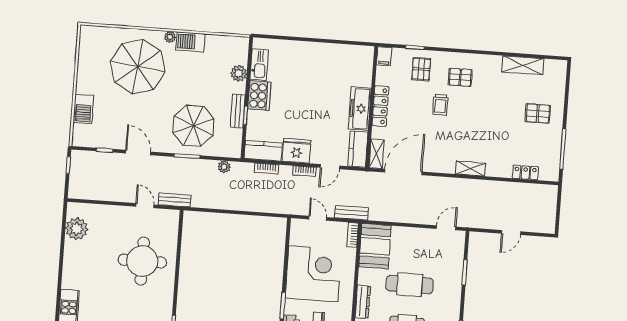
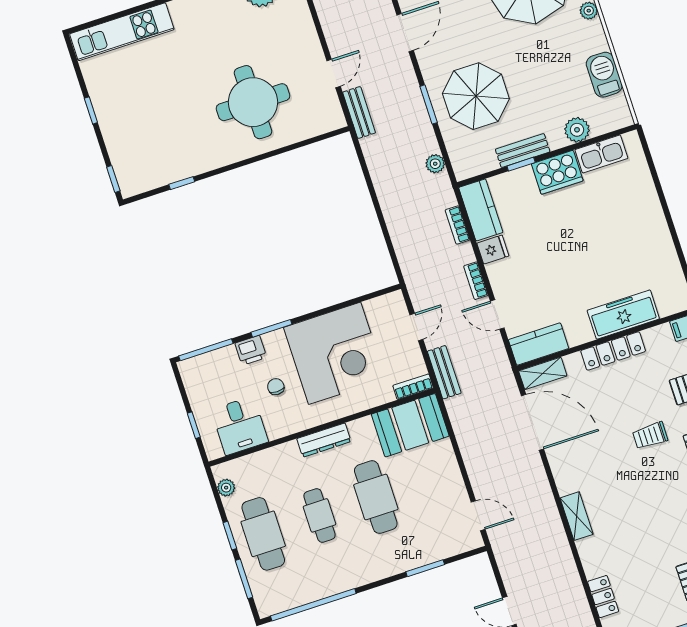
barbecue: (190, 42) -> (604, 75), moved
freezer: (360, 109) -> (623, 315), moved
fridge: (296, 151) -> (493, 250), width x0.53, depth x0.75

